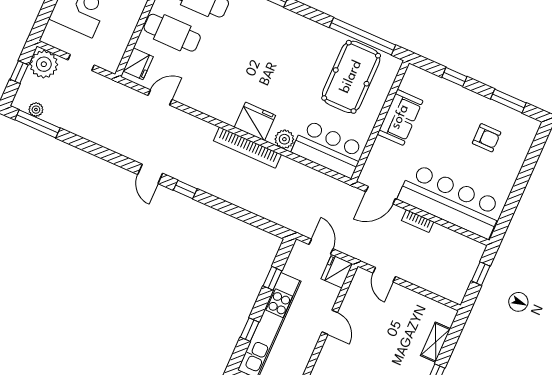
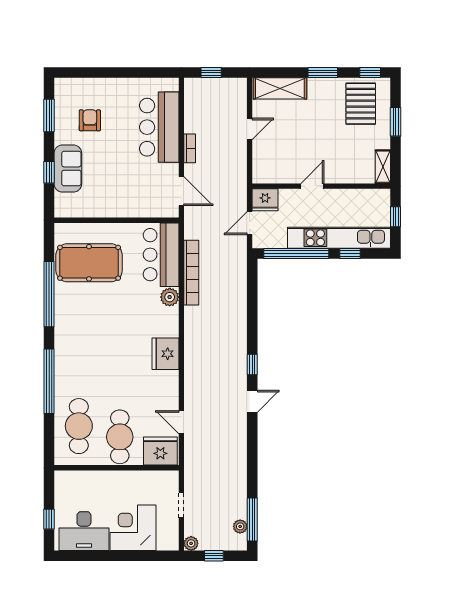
window: (362, 36) -> (49, 294), moved
plant: (44, 64) -> (191, 543), width x0.53, depth x0.53
fridge: (138, 64) -> (160, 451), width x1.36, depth x1.34
sofa: (400, 117) -> (68, 169), moved, turned 90
fridge: (255, 121) -> (165, 354), moved
bookcase: (247, 148) -> (191, 273), moved
bar counter: (451, 201) -> (159, 127), width x0.73
door: (384, 275) -> (250, 129), moved
window: (272, 278) -> (296, 254), width x3.17
shelving: (435, 342) -> (280, 88), width x1.50, depth x1.33

